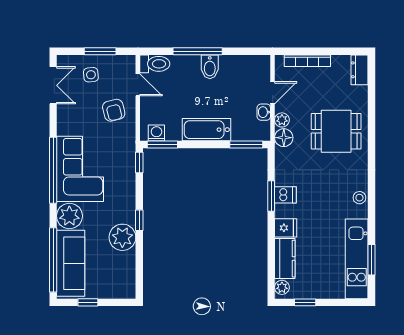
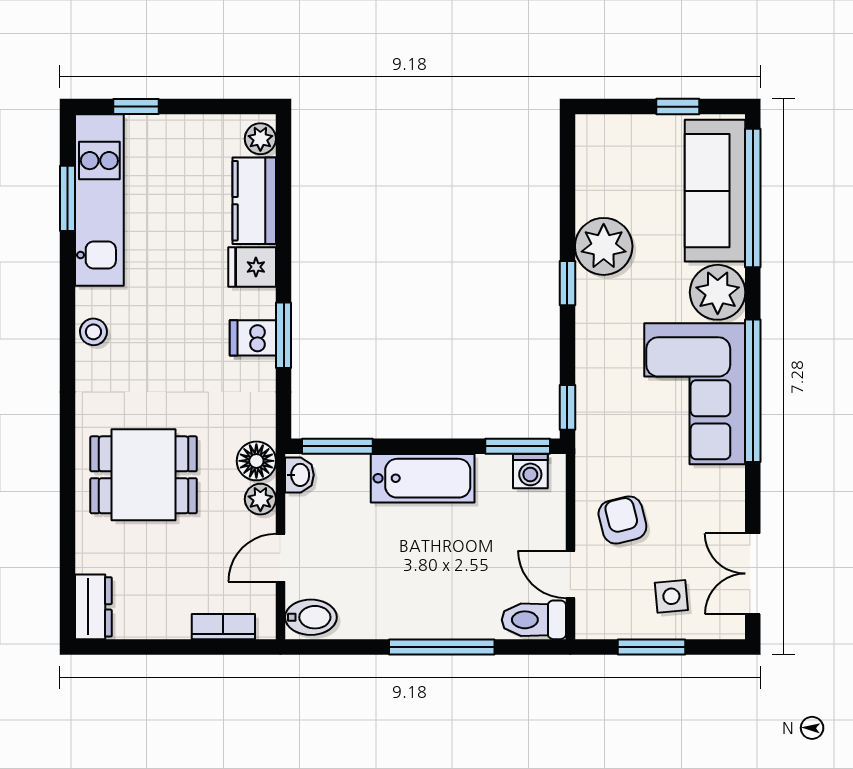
bookcase: (307, 61) -> (223, 627), width x0.64
bidet: (210, 67) -> (311, 617), moved, turned 90
washbasin: (264, 112) -> (299, 475), moved
window: (305, 302) -> (136, 107), moved

